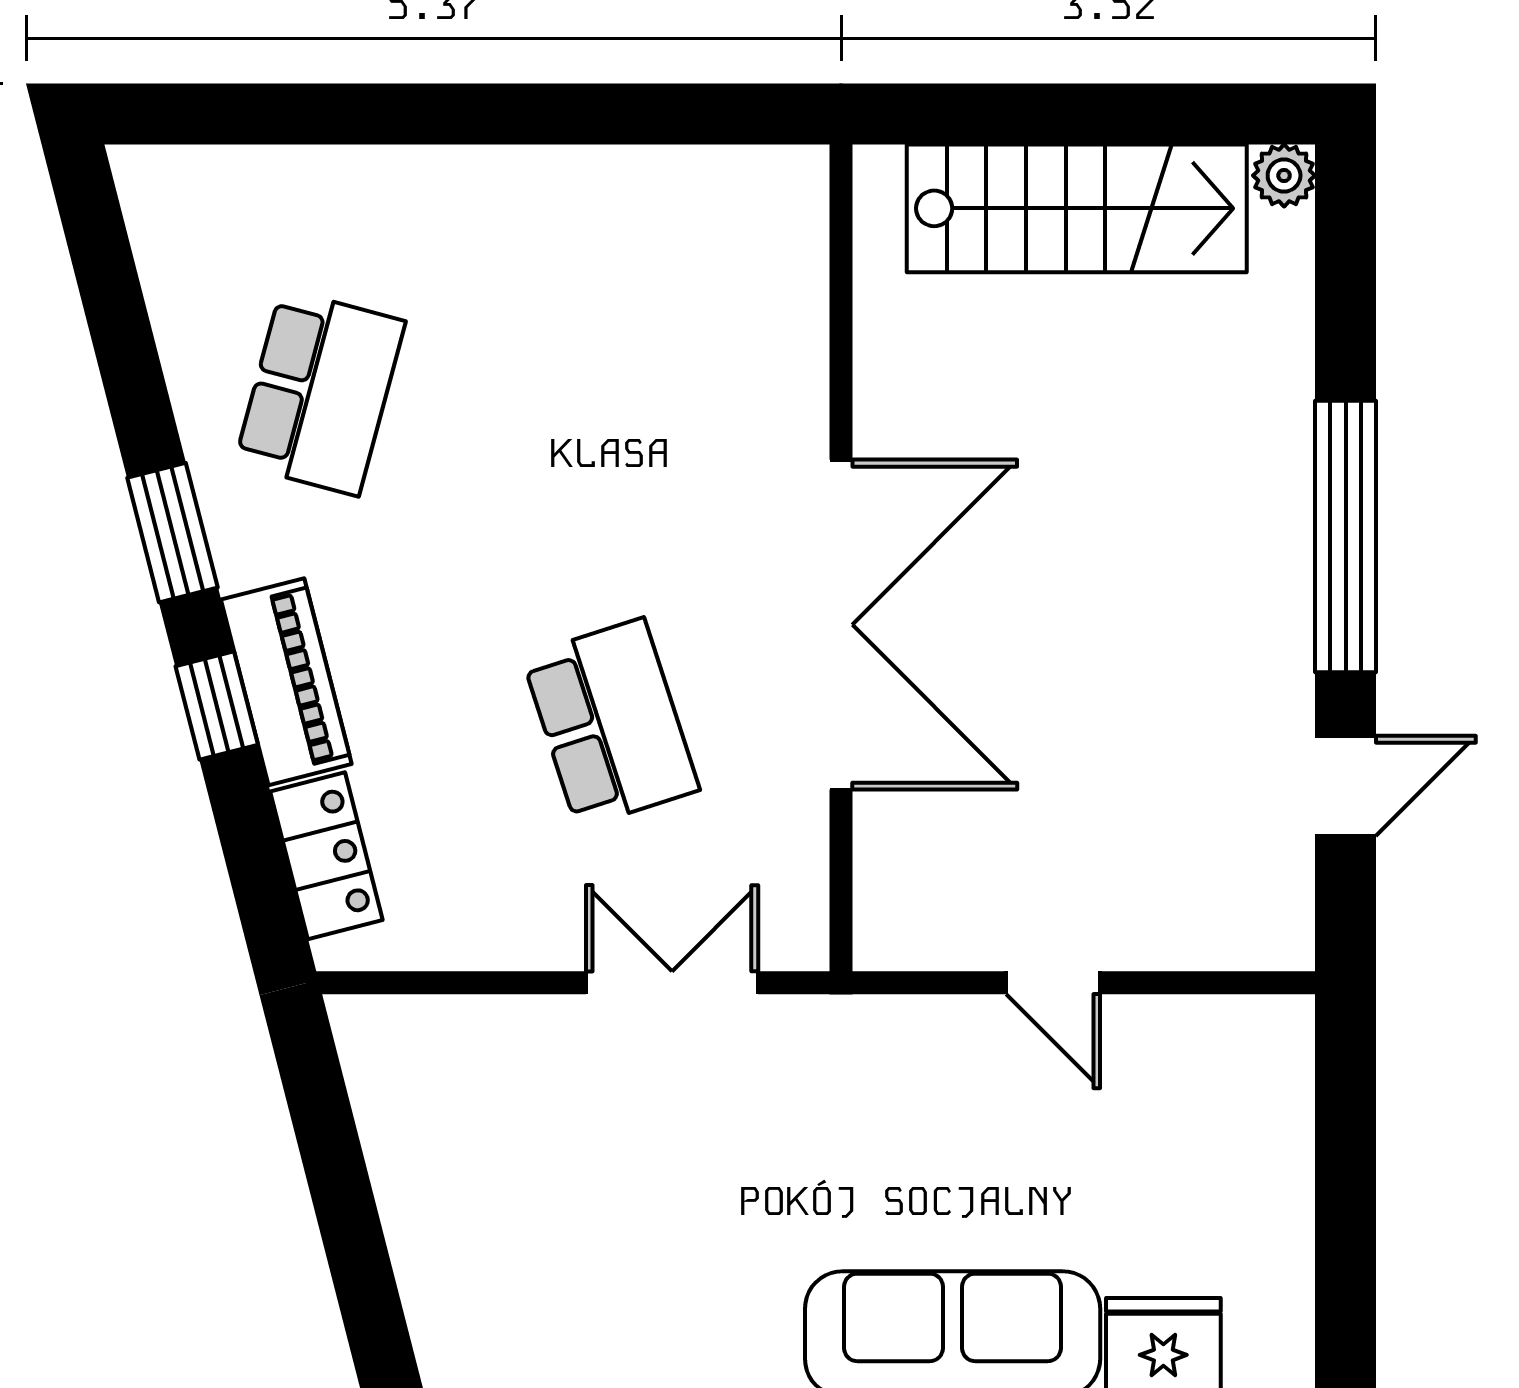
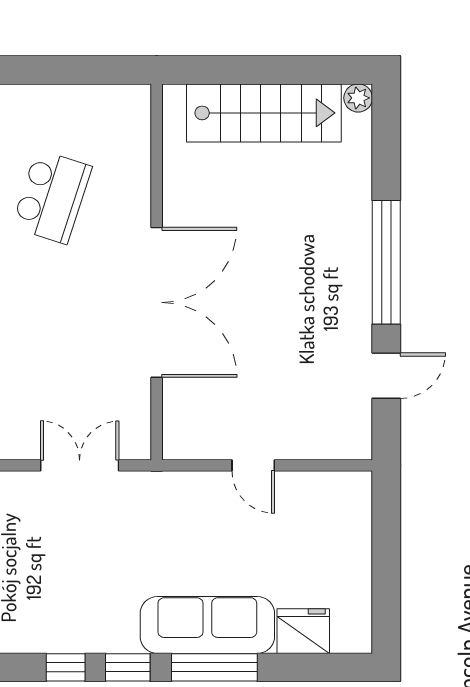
school desk: (611, 723) -> (52, 197), moved, turned 36

